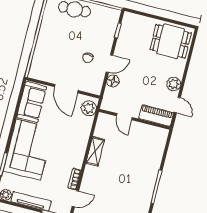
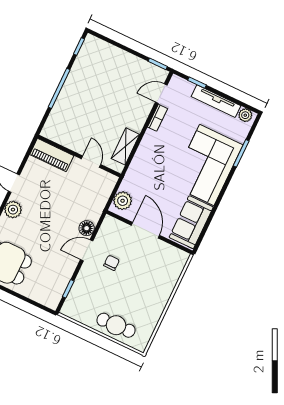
piano: (156, 116) -> (52, 155), moved
door: (124, 117) -> (91, 162), moved
wall: (135, 119) -> (79, 156), moved

